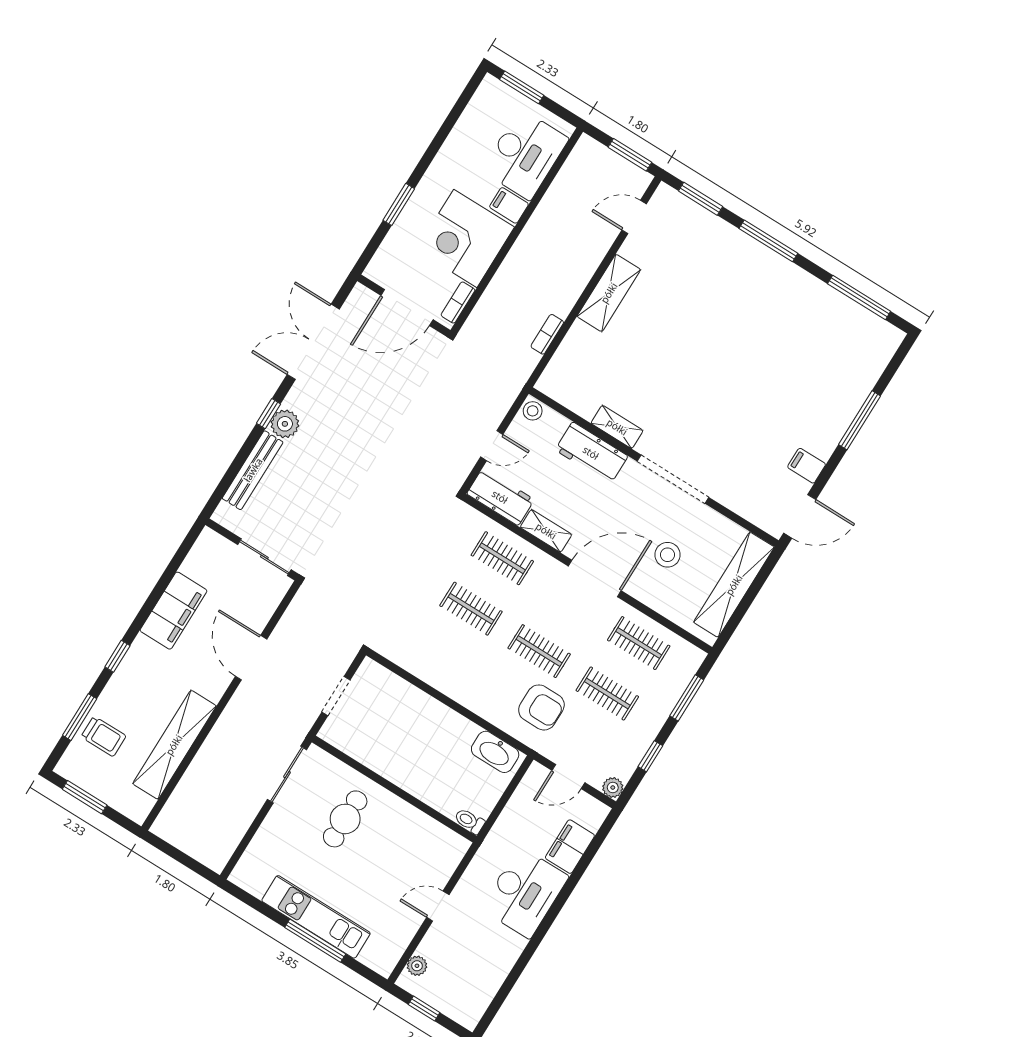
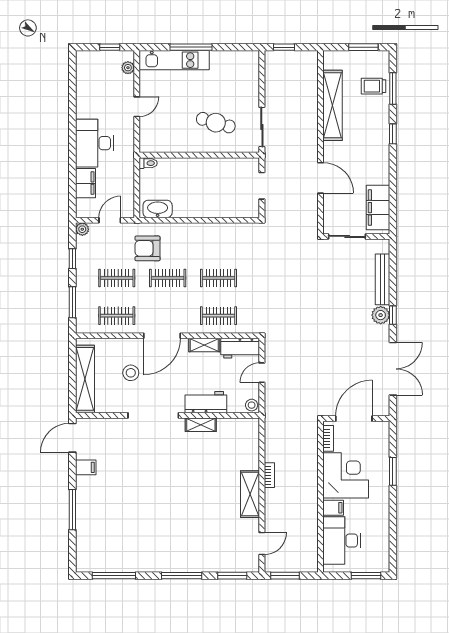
bookcase: (547, 334) -> (269, 475), moved
filing cabinet: (174, 611) -> (378, 208), moved
cafe table: (345, 819) -> (216, 123), turned -74
window: (191, 863) -> (284, 47), added
kitchen unit: (316, 917) -> (174, 60), moved

